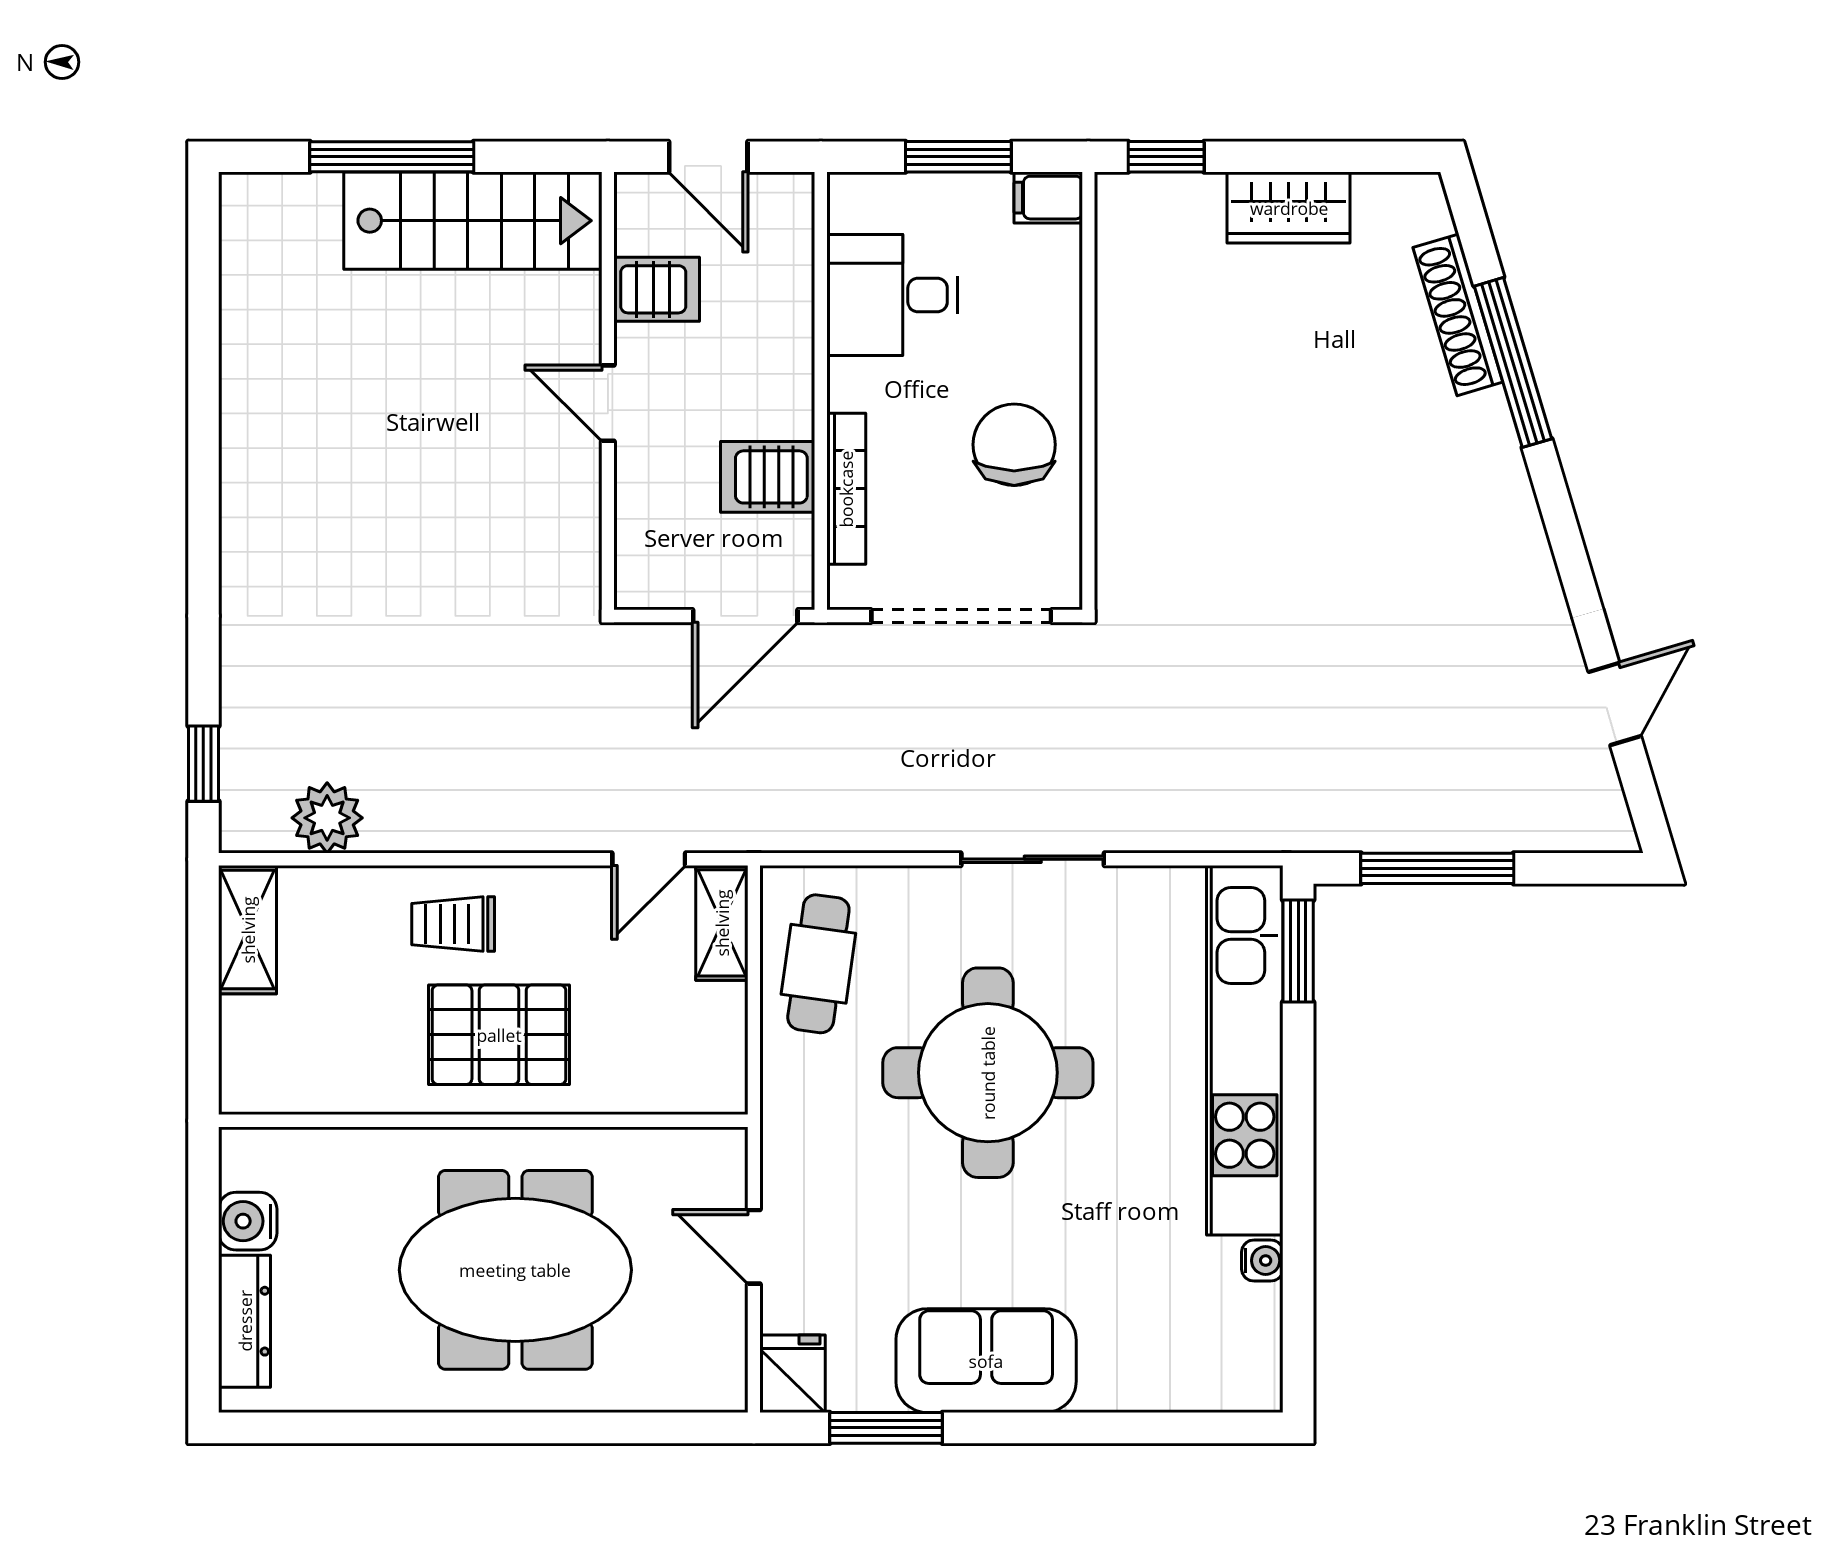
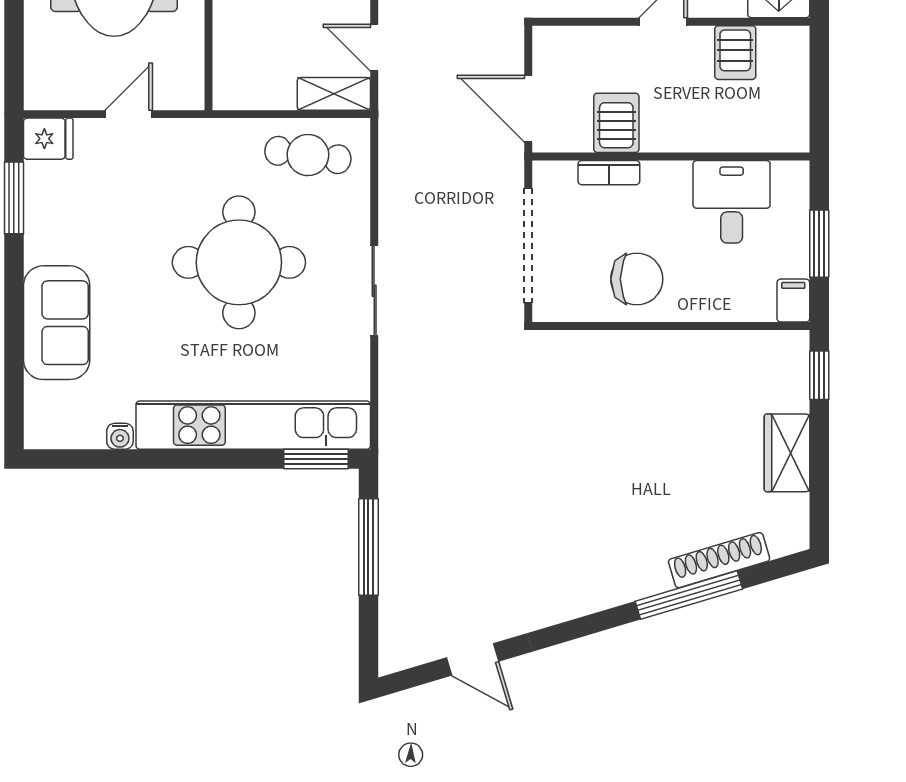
door: (708, 157) -> (819, 85), removed
bookcase: (846, 489) -> (609, 173), width x0.64
sofa: (986, 1361) -> (57, 323), moved

